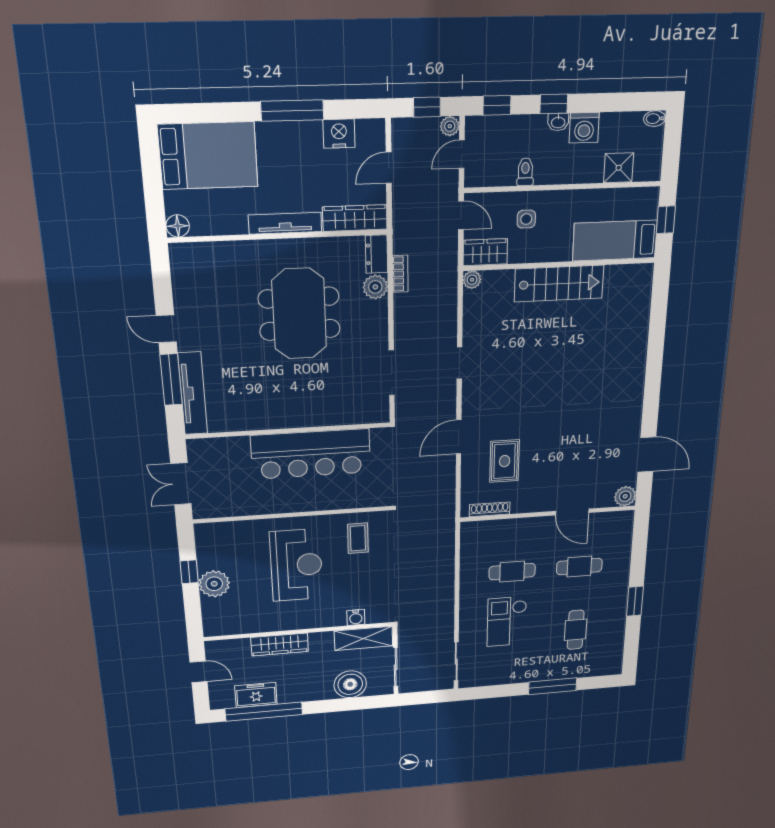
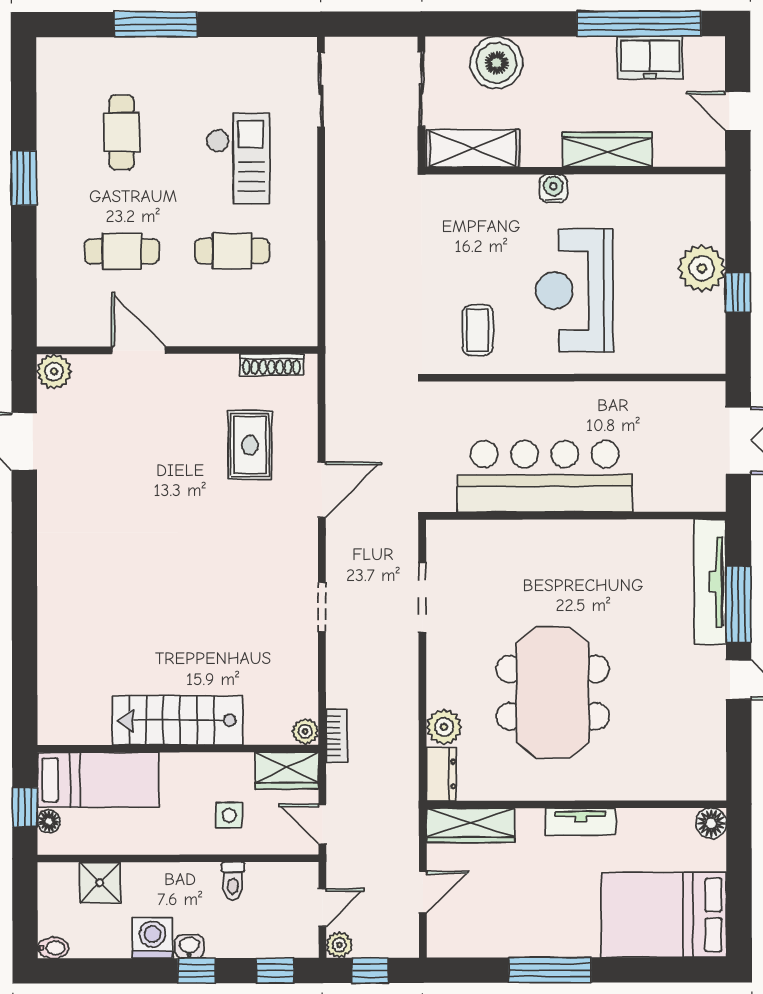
nightstand: (339, 134) -> (489, 939), removed
floor lamp: (650, 210) -> (49, 821), added
tv unit: (285, 223) -> (581, 821), width x0.71
bookcase: (400, 274) -> (337, 736), moved, turned 180
water cooler: (356, 617) -> (553, 188), moved

